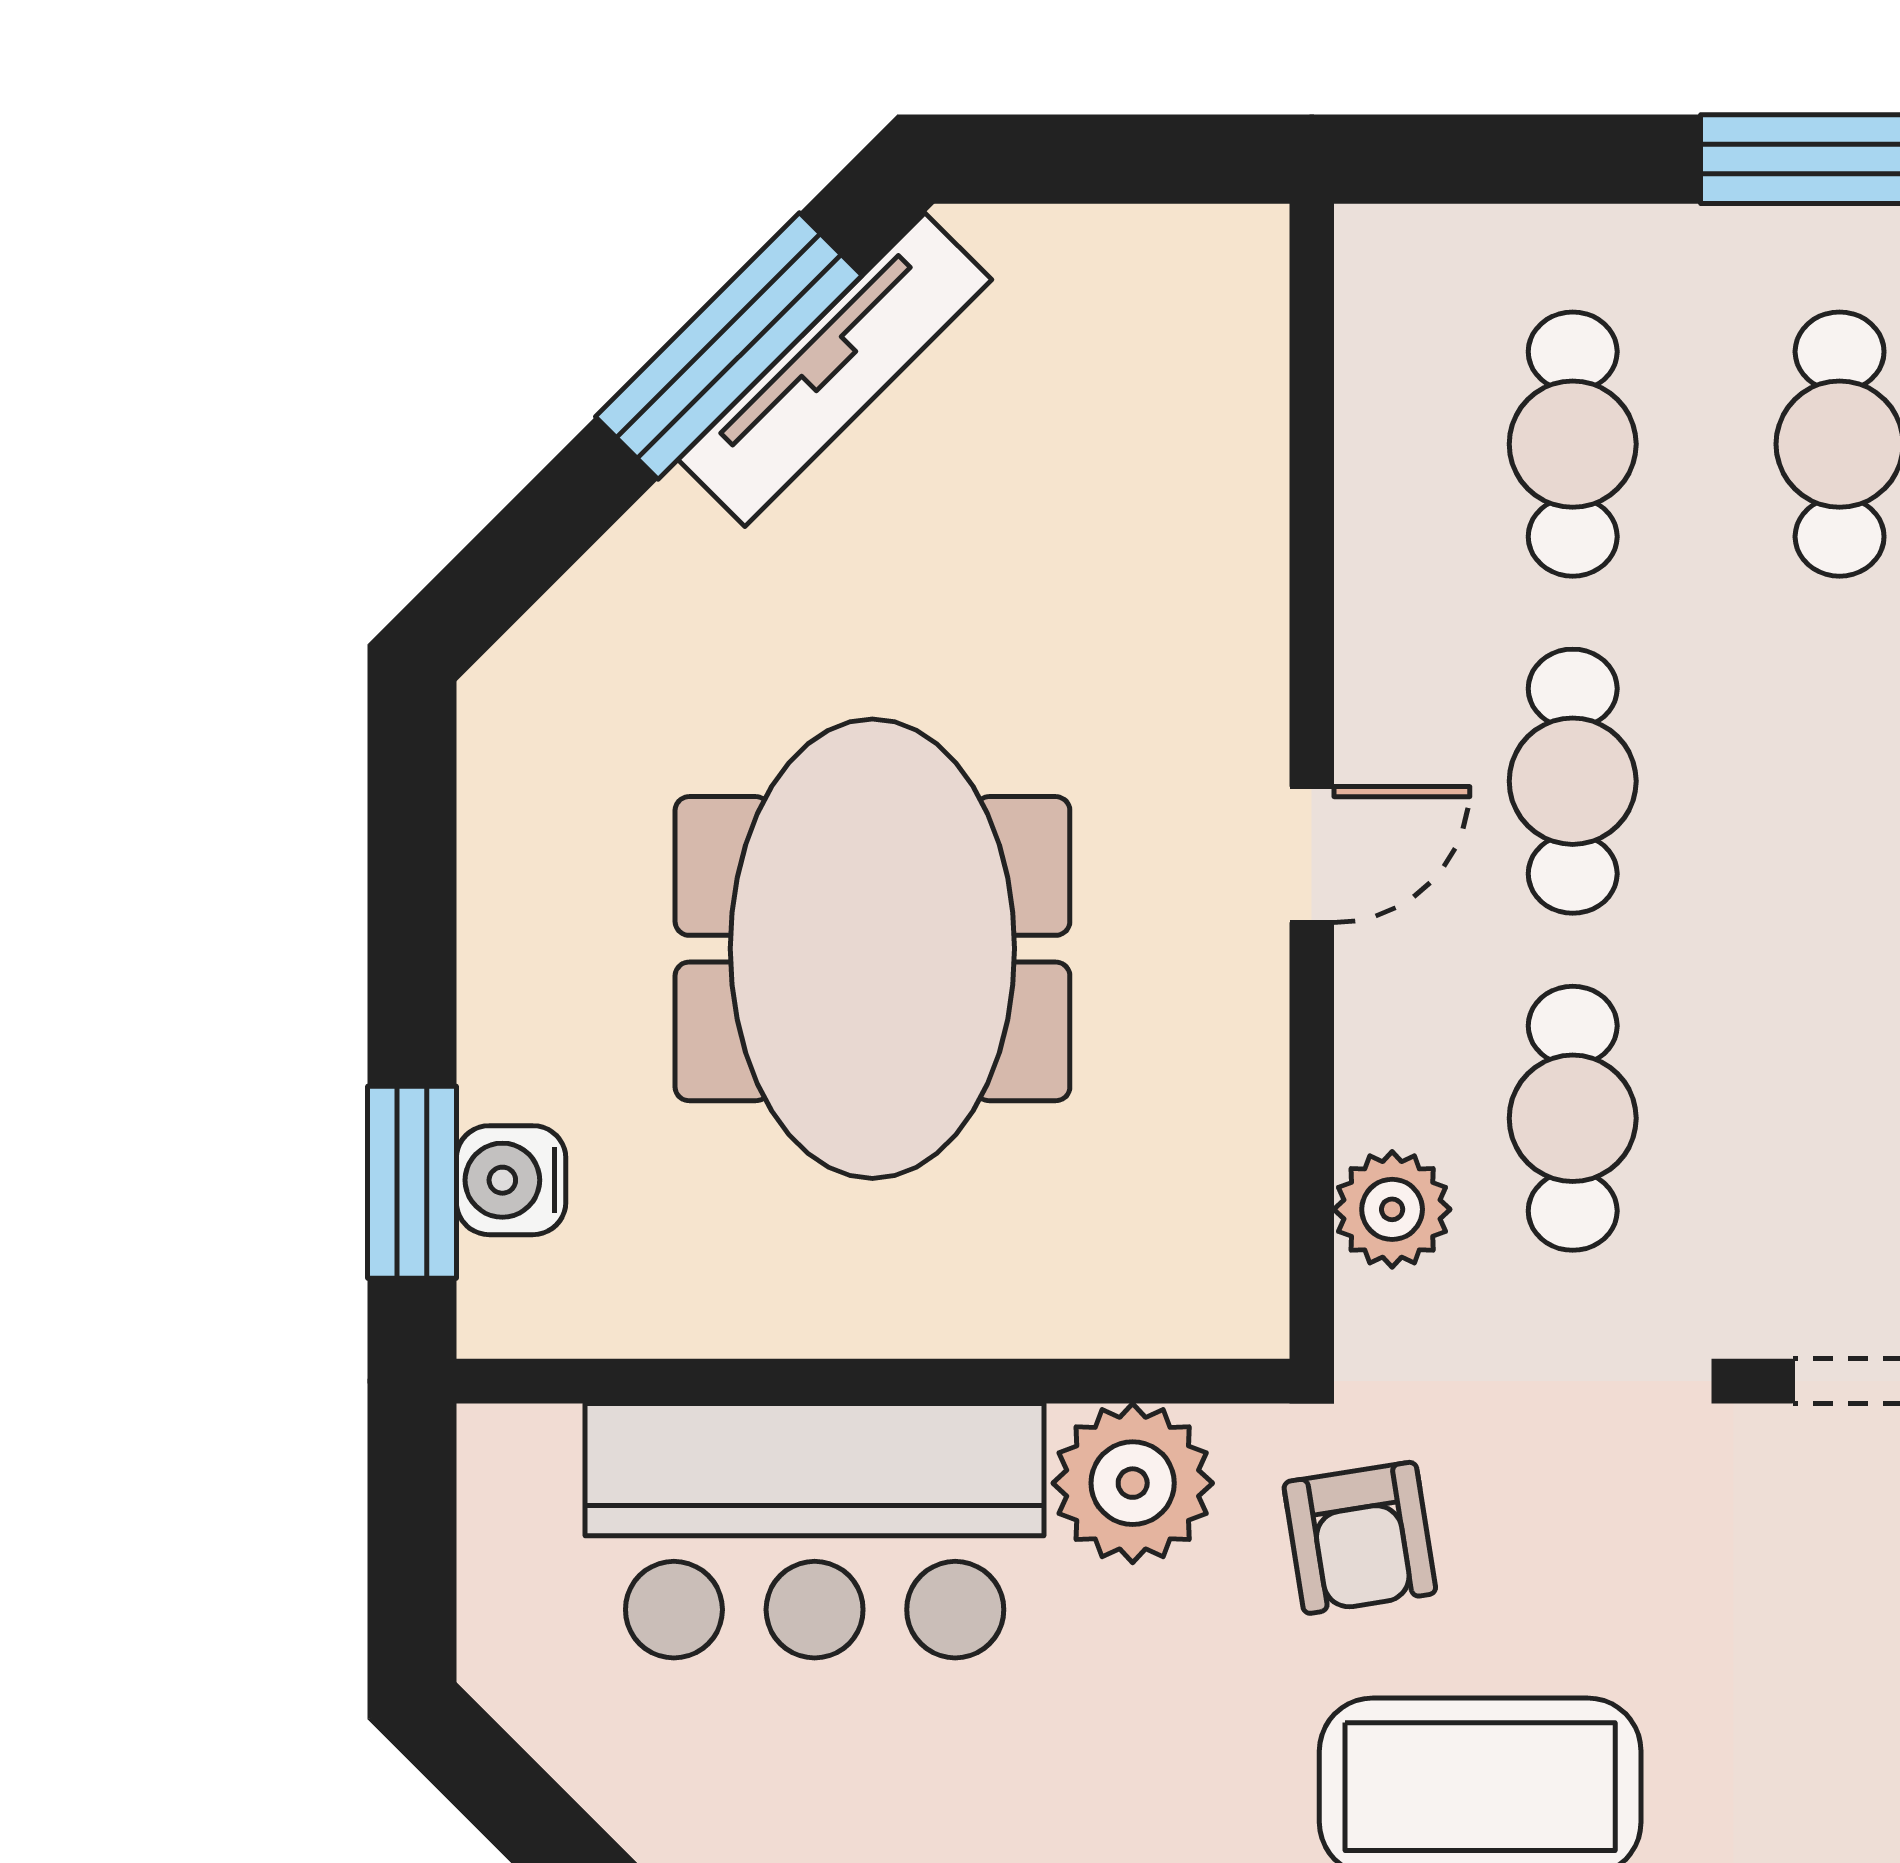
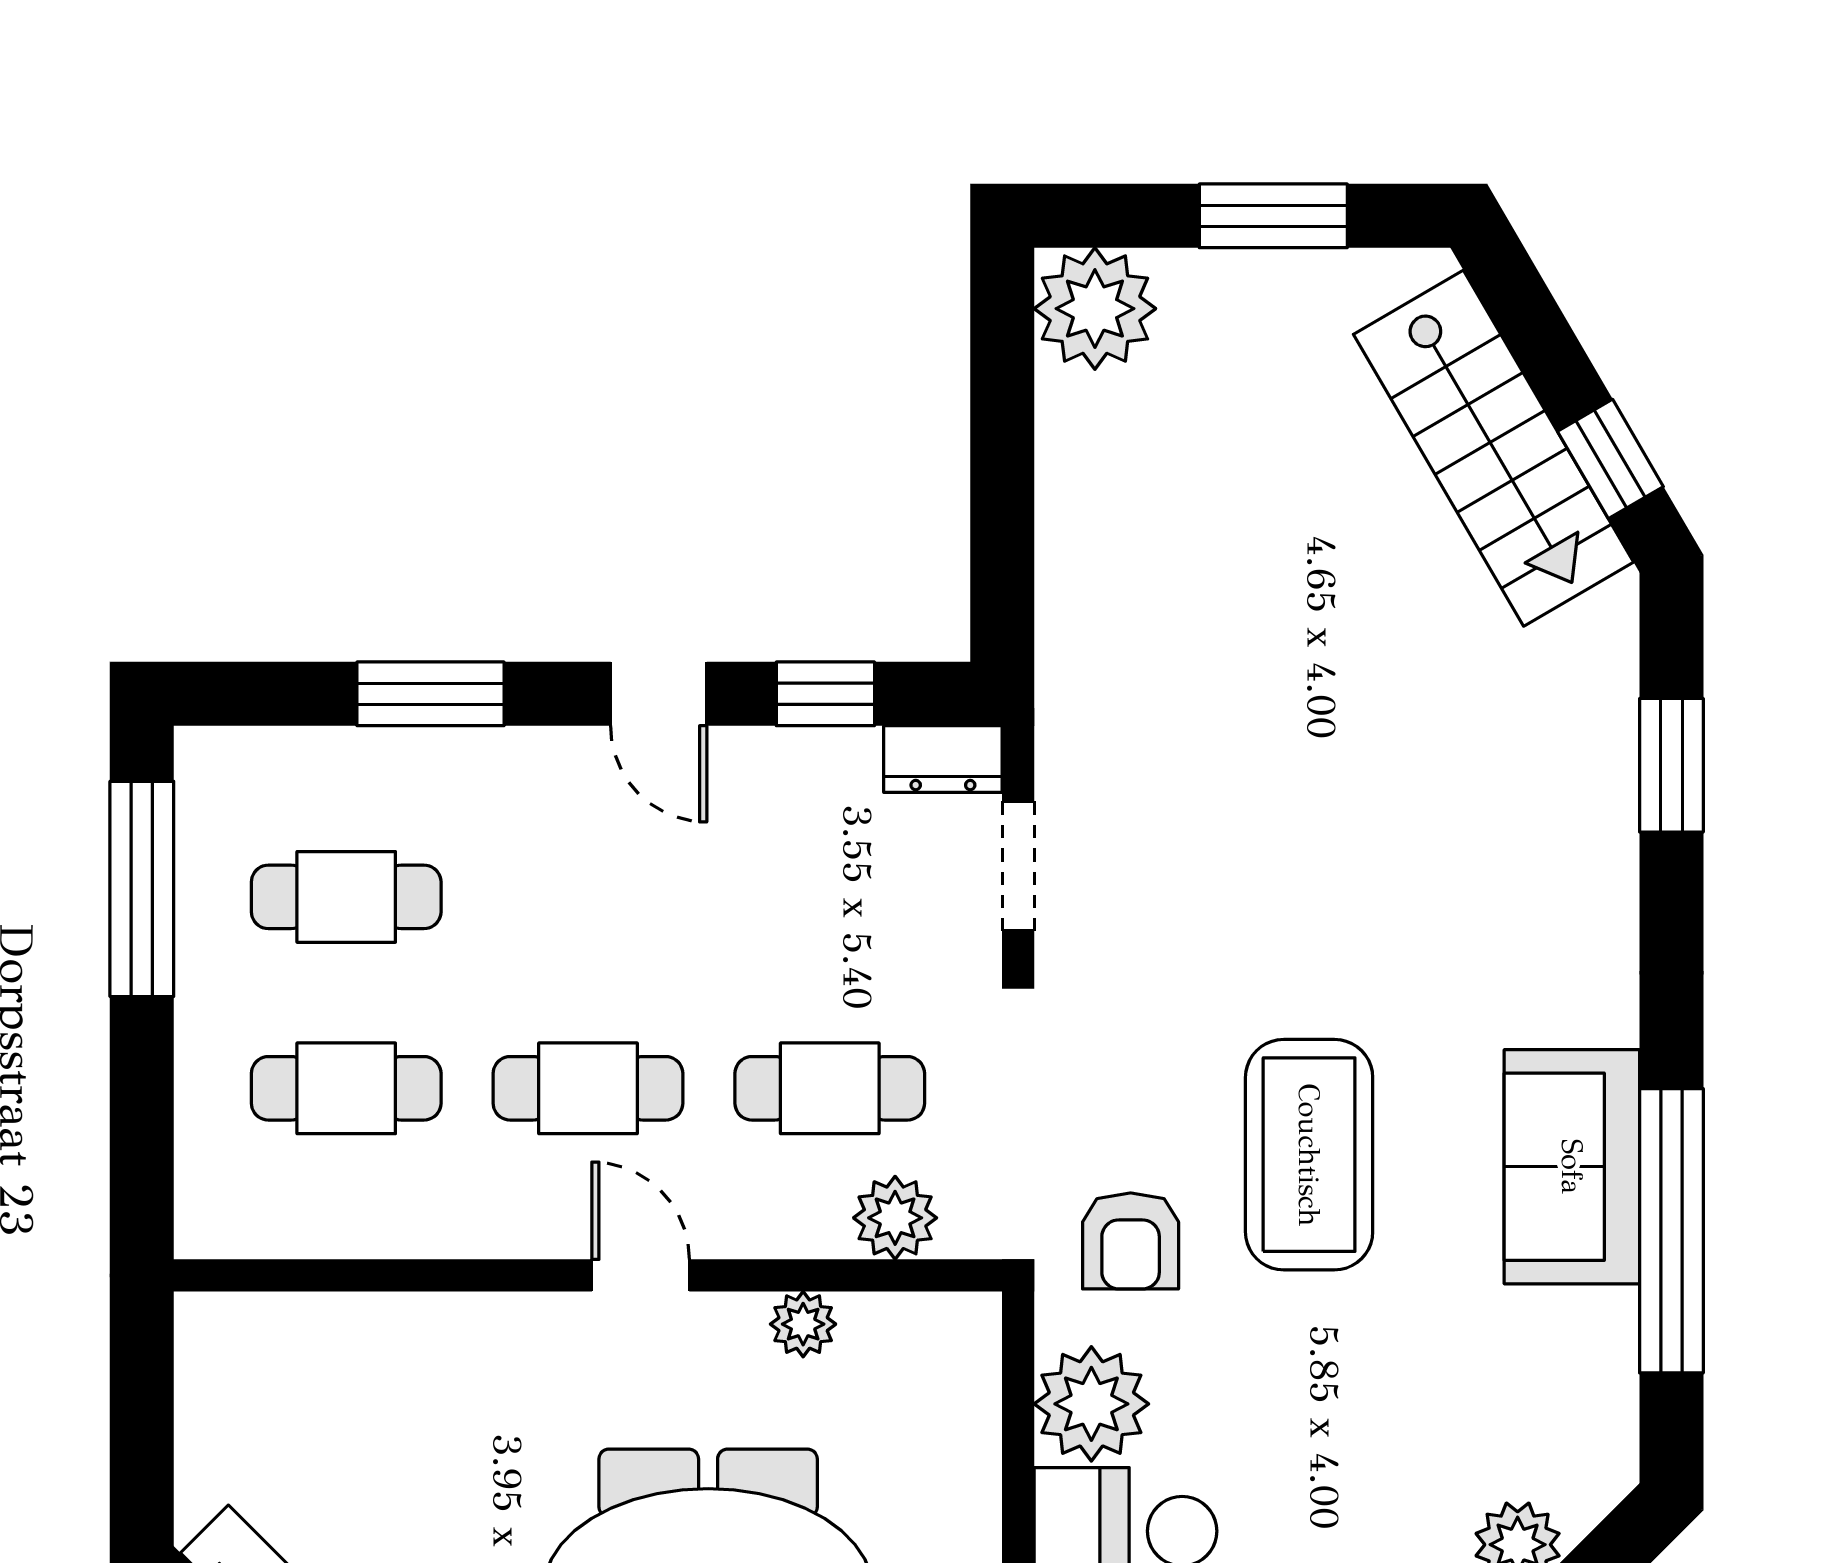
plant: (1244, 1081) -> (803, 1324), added
armchair: (1360, 1538) -> (1131, 1241), turned 99

